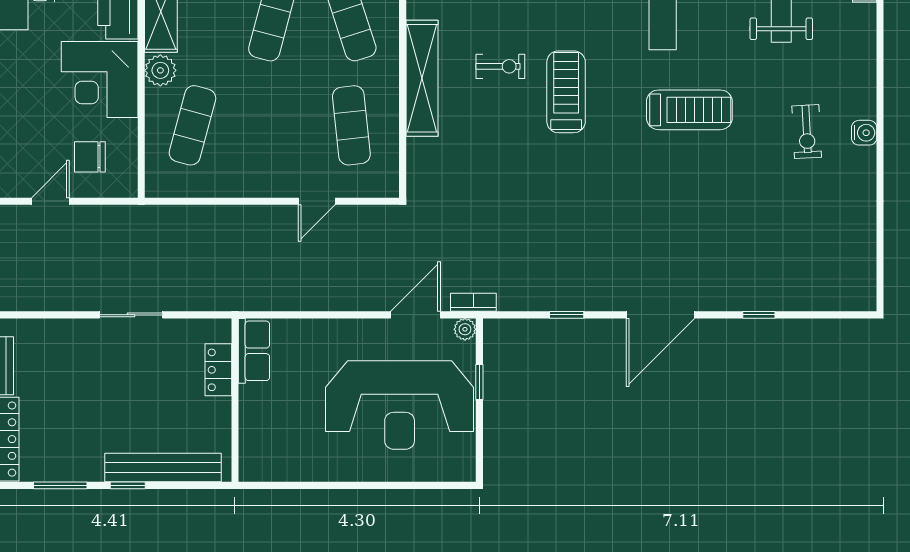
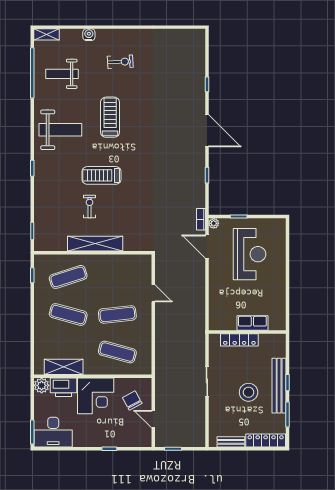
plant: (160, 70) -> (91, 367), removed
exercise mat: (351, 125) -> (117, 314), moved
water cooler: (864, 133) -> (89, 35), moved
chair: (90, 157) -> (132, 400), turned 152
row of seats: (254, 351) -> (252, 323), moved
locker: (218, 370) -> (239, 340), width x1.53
stool: (107, 403) -> (249, 392), added
reception desk: (400, 405) -> (250, 254), width x0.74, depth x0.77
bench: (163, 468) -> (279, 386), moved

